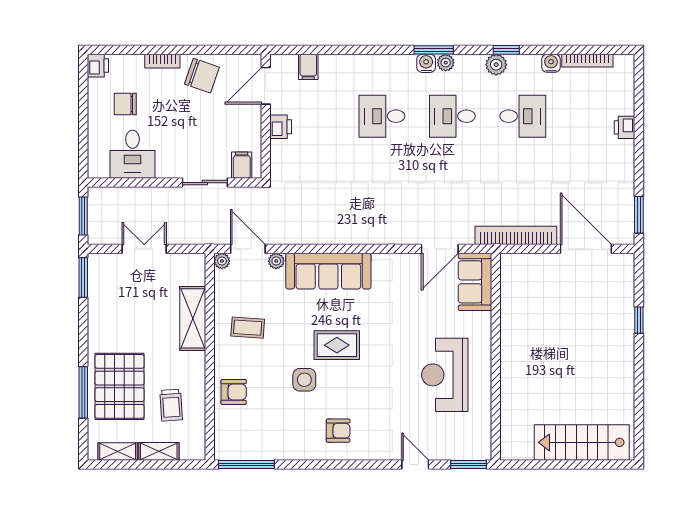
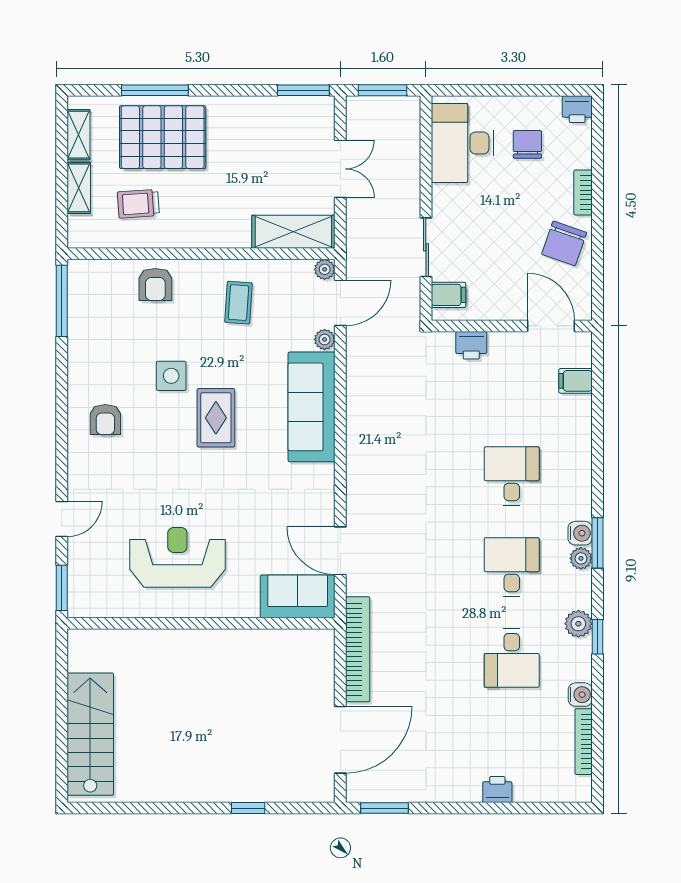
printer: (281, 127) -> (471, 345), moved
desk: (132, 154) -> (463, 143), width x1.37
shelving: (193, 318) -> (293, 232), moved

